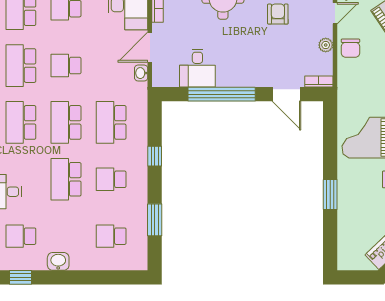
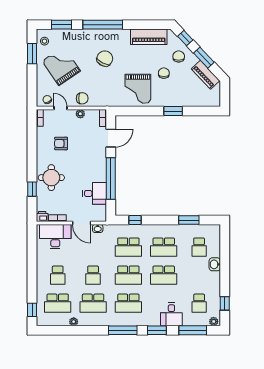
window: (155, 156) -> (135, 220), moved
school desk: (111, 179) -> (164, 247), width x1.85
washbasin: (58, 261) -> (215, 264), moved

